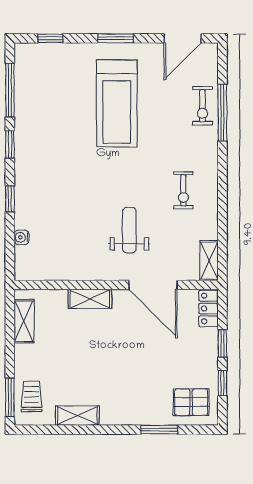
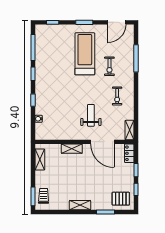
treadmill: (117, 103) -> (85, 54), turned 180
exercise bike: (203, 106) -> (109, 66), moved
shelving: (77, 416) -> (80, 205), moved

